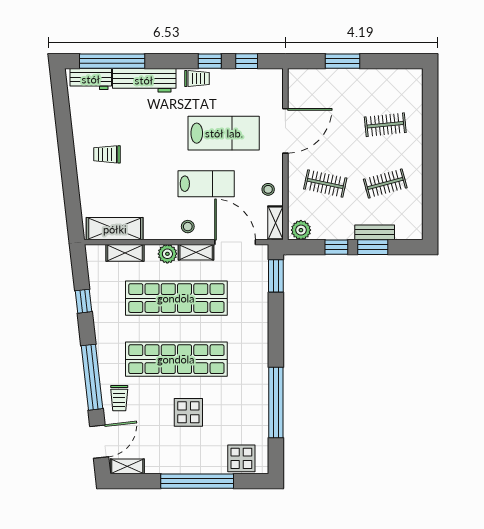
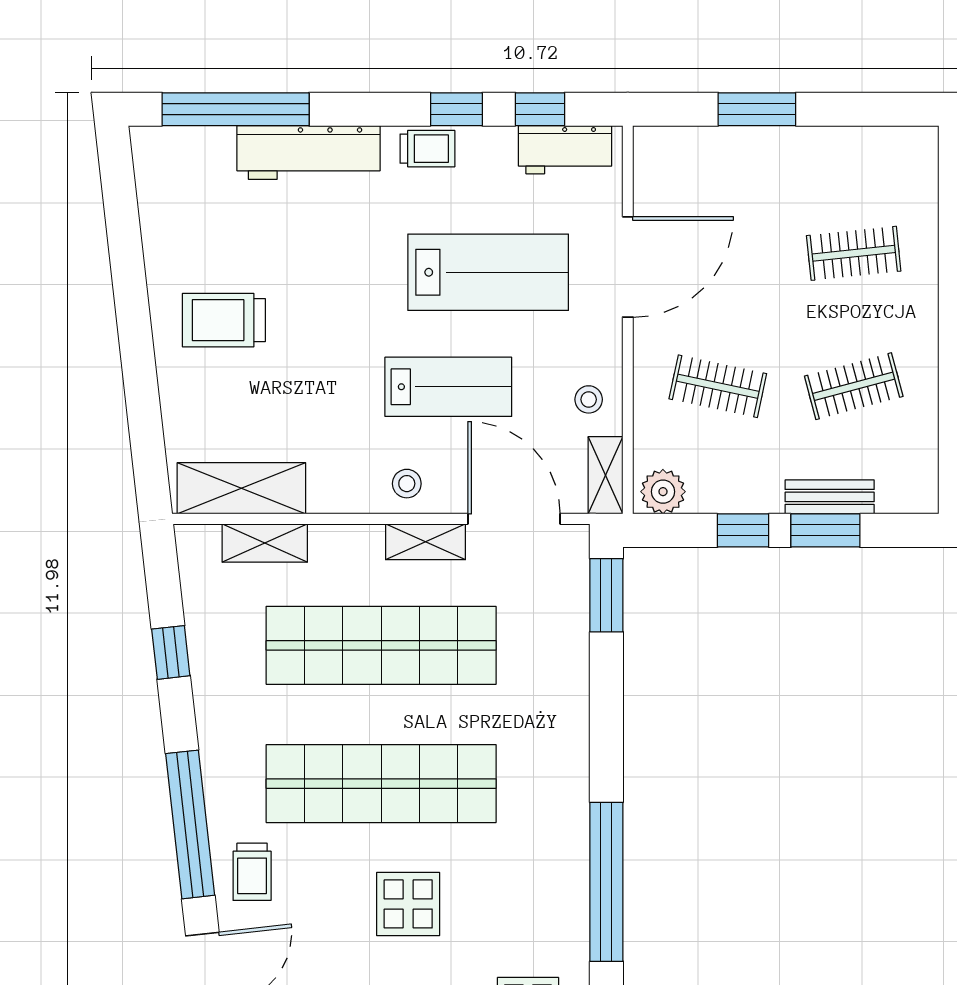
workbench: (91, 79) -> (565, 150), moved
trolley: (107, 154) -> (224, 320), width x1.36, depth x1.39
plant: (167, 254) -> (361, 545), removed

